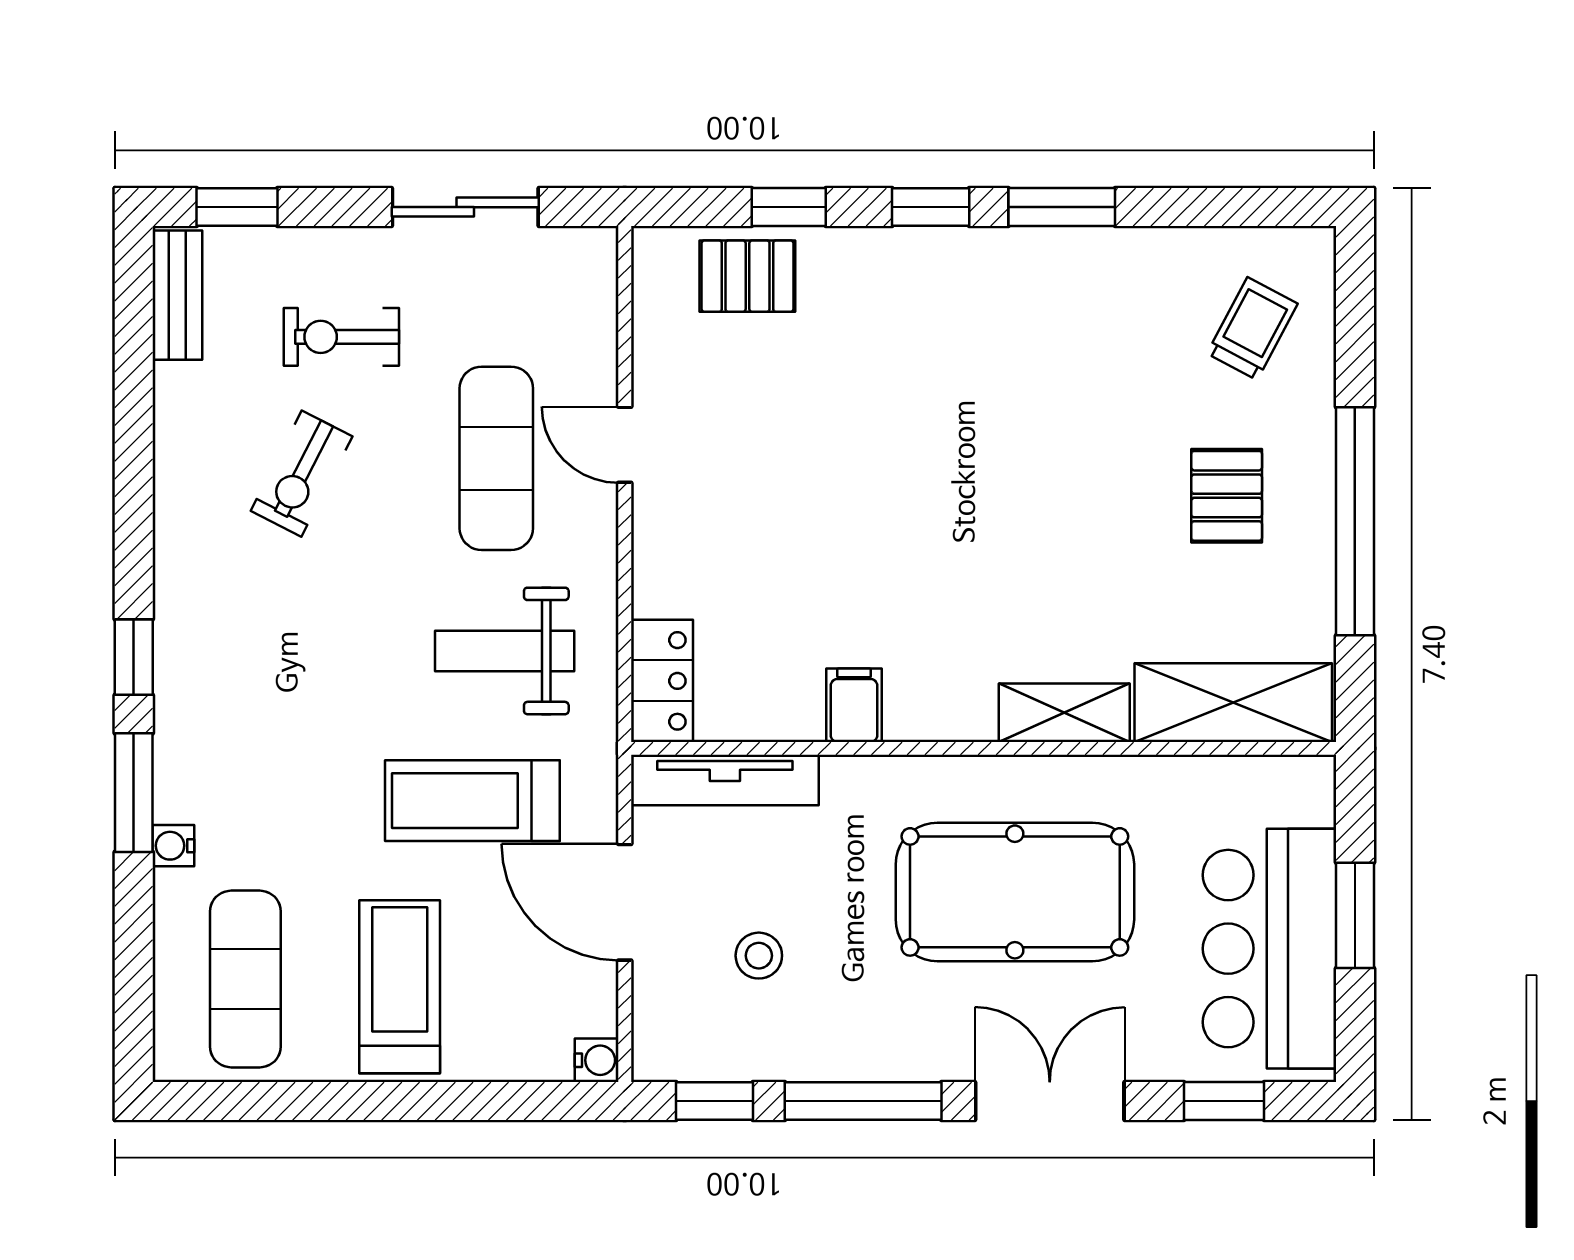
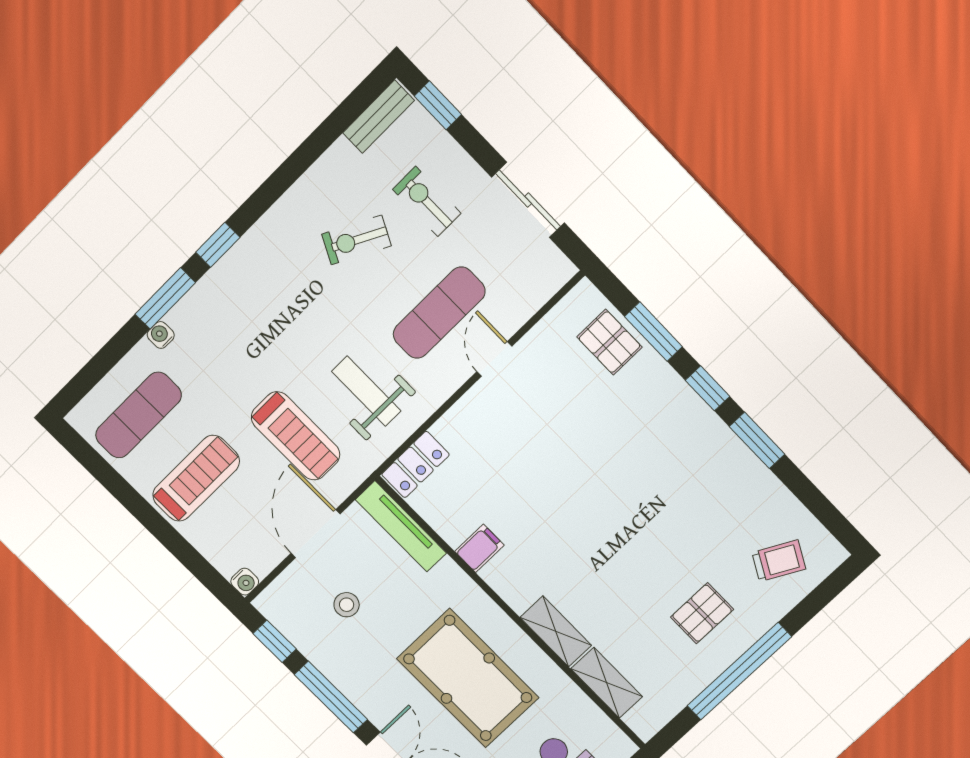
window: (789, 207) -> (653, 332), width x1.50
shelving: (1233, 703) -> (607, 683), width x0.67, depth x0.75
treadmill: (472, 801) -> (296, 436), turned 180

